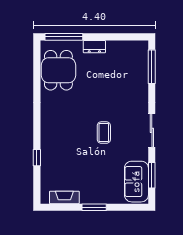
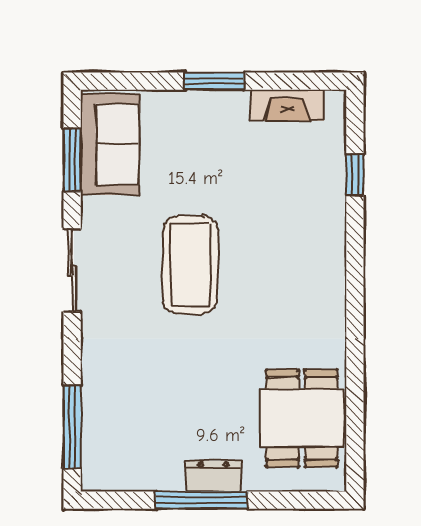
window: (64, 37) -> (201, 500), moved
coffee table: (104, 133) -> (190, 265), width x1.86, depth x1.72
window: (37, 158) -> (355, 175), moved

